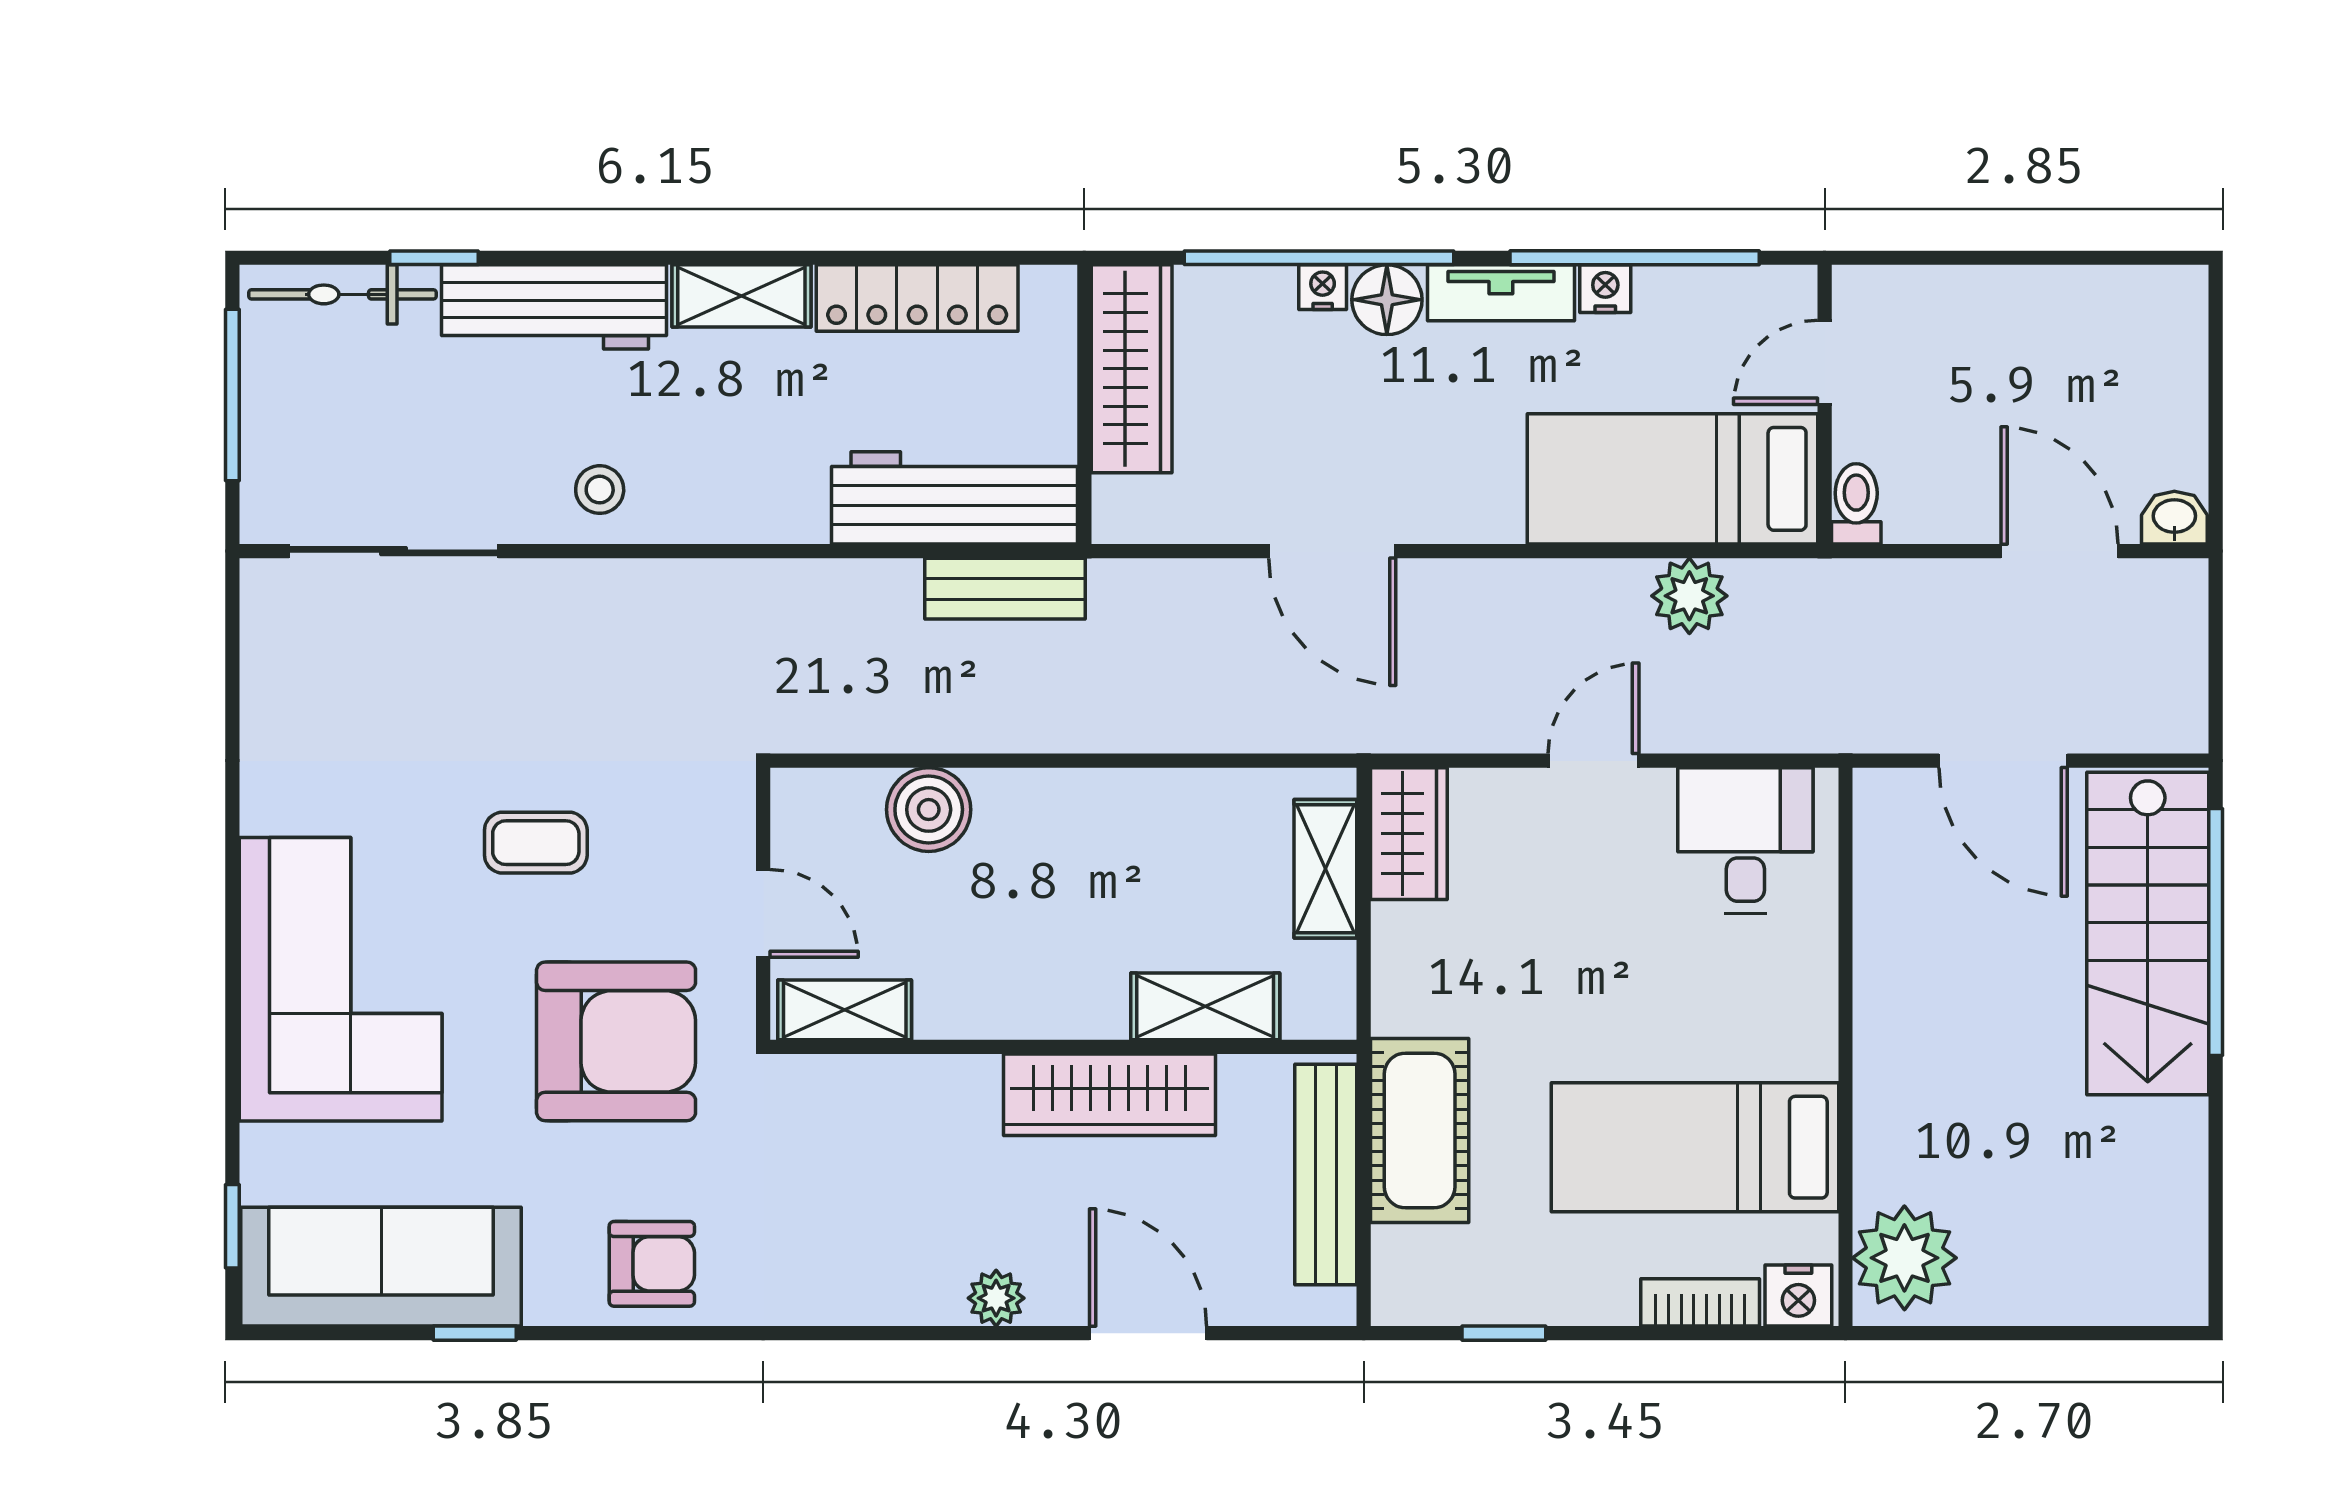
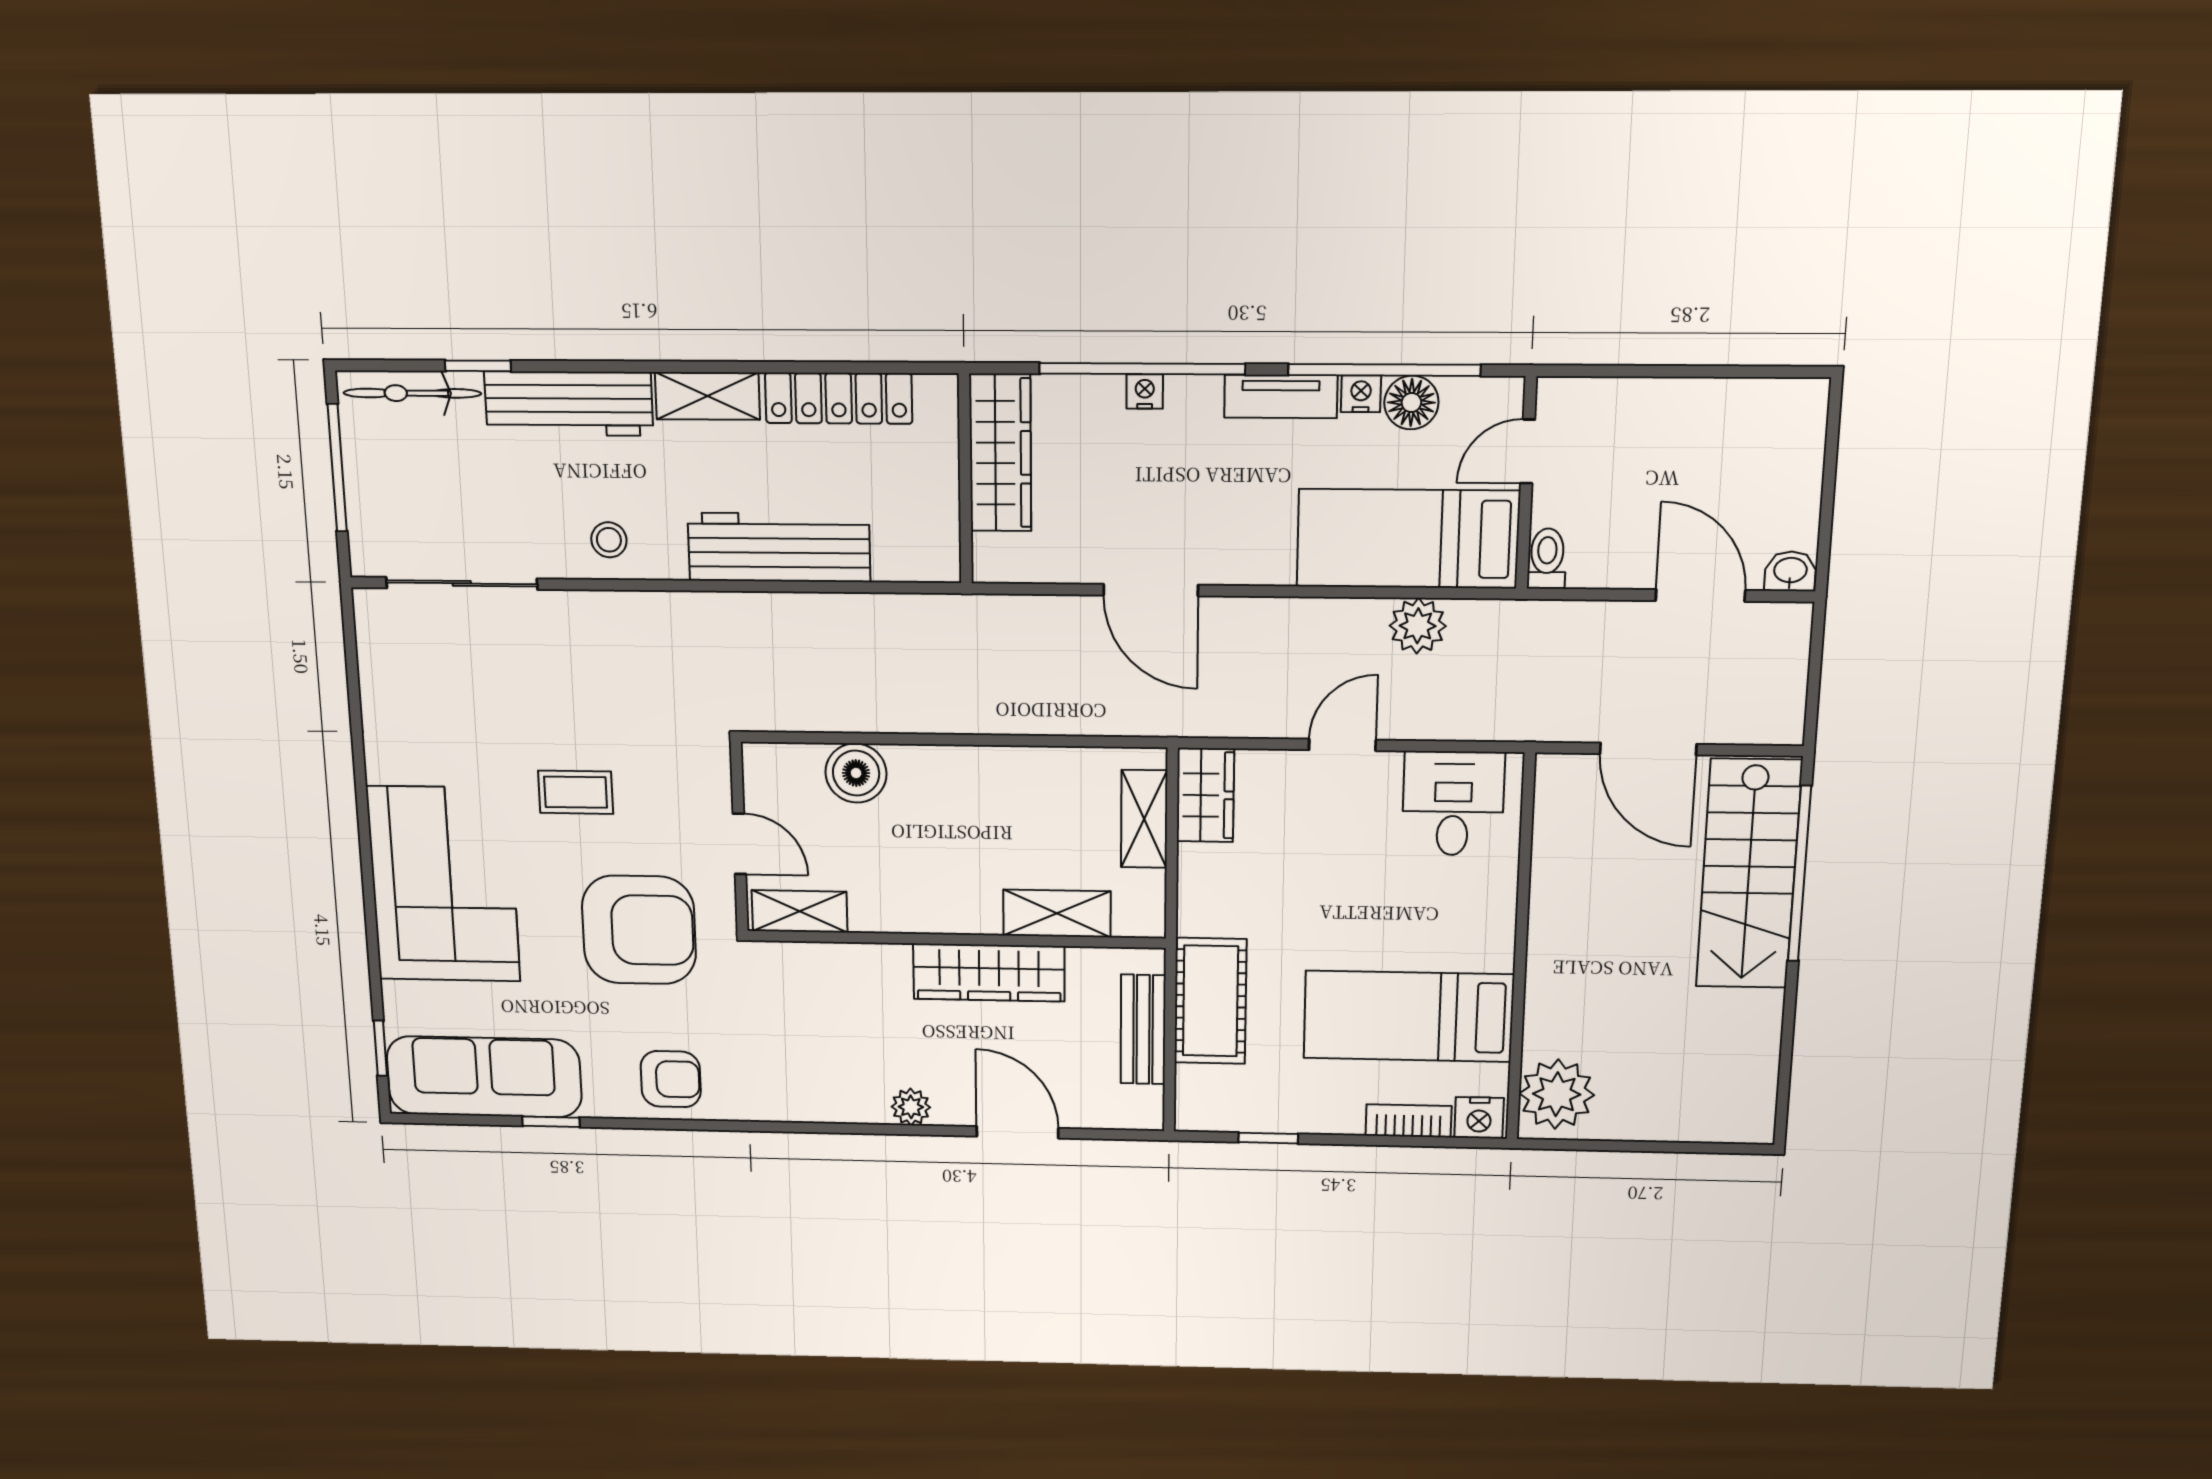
floor lamp: (1387, 300) -> (1411, 403), moved
workbench: (954, 498) -> (779, 547), moved
bench: (1005, 589) -> (908, 615), removed
bench: (1326, 1174) -> (1143, 1029), width x0.73

